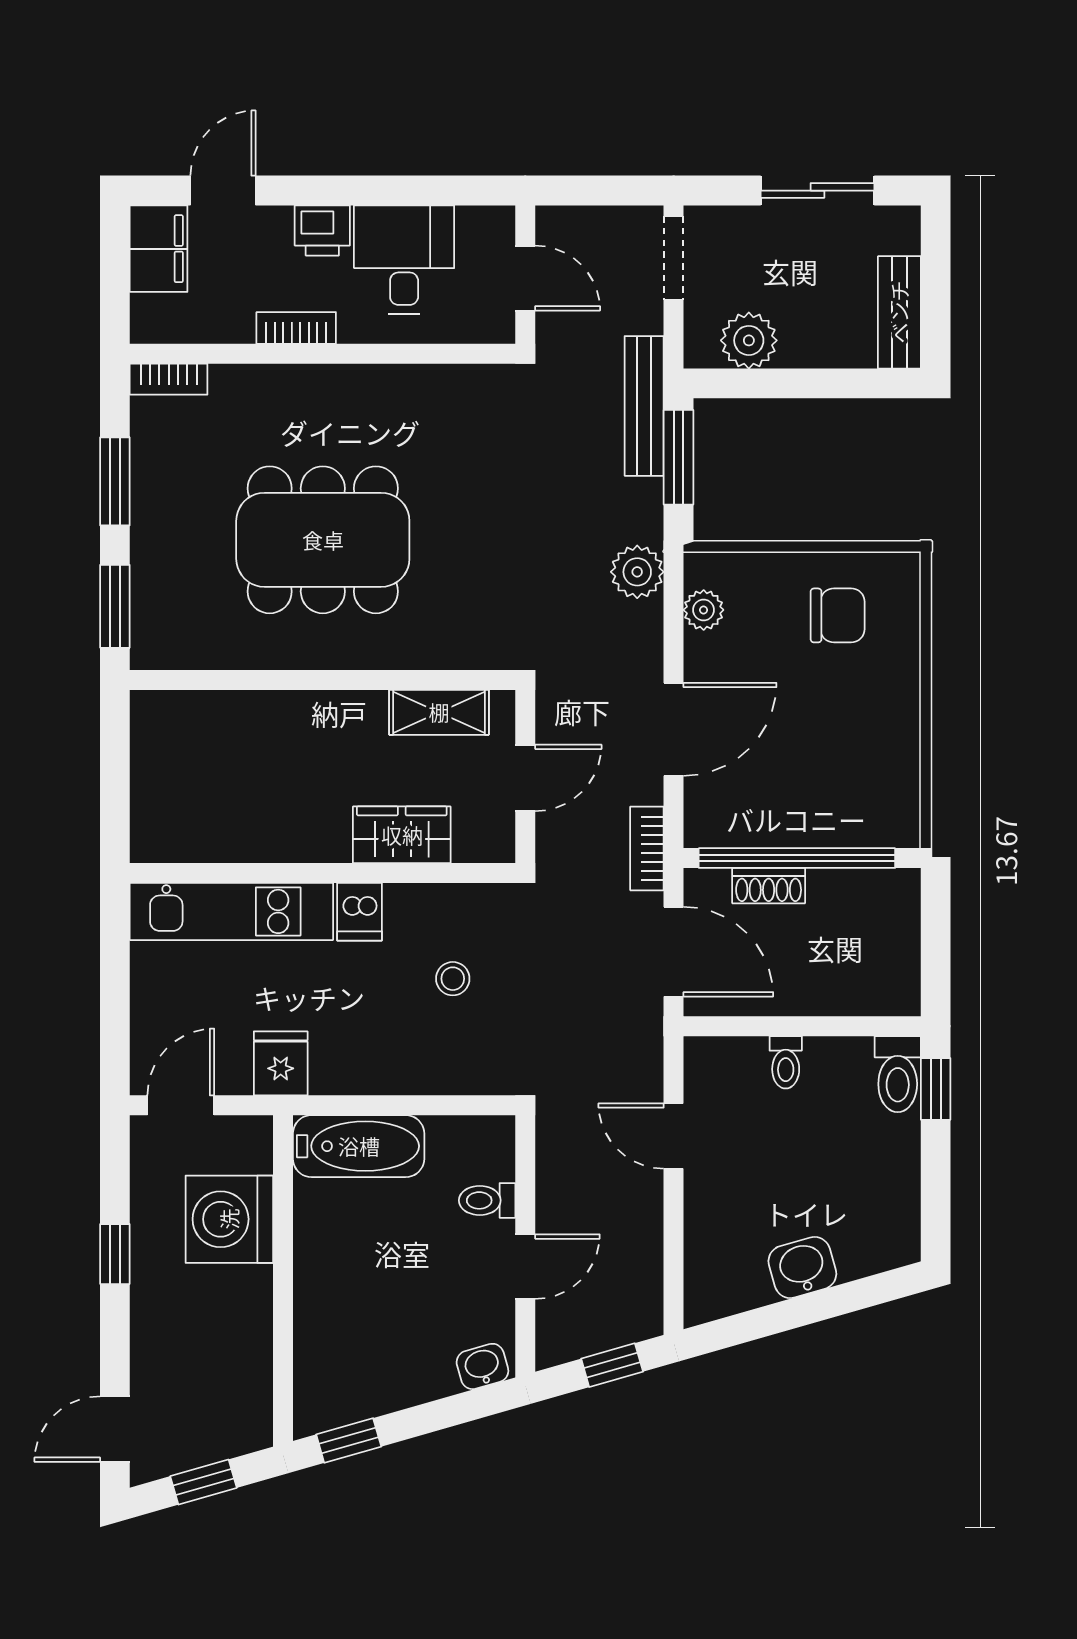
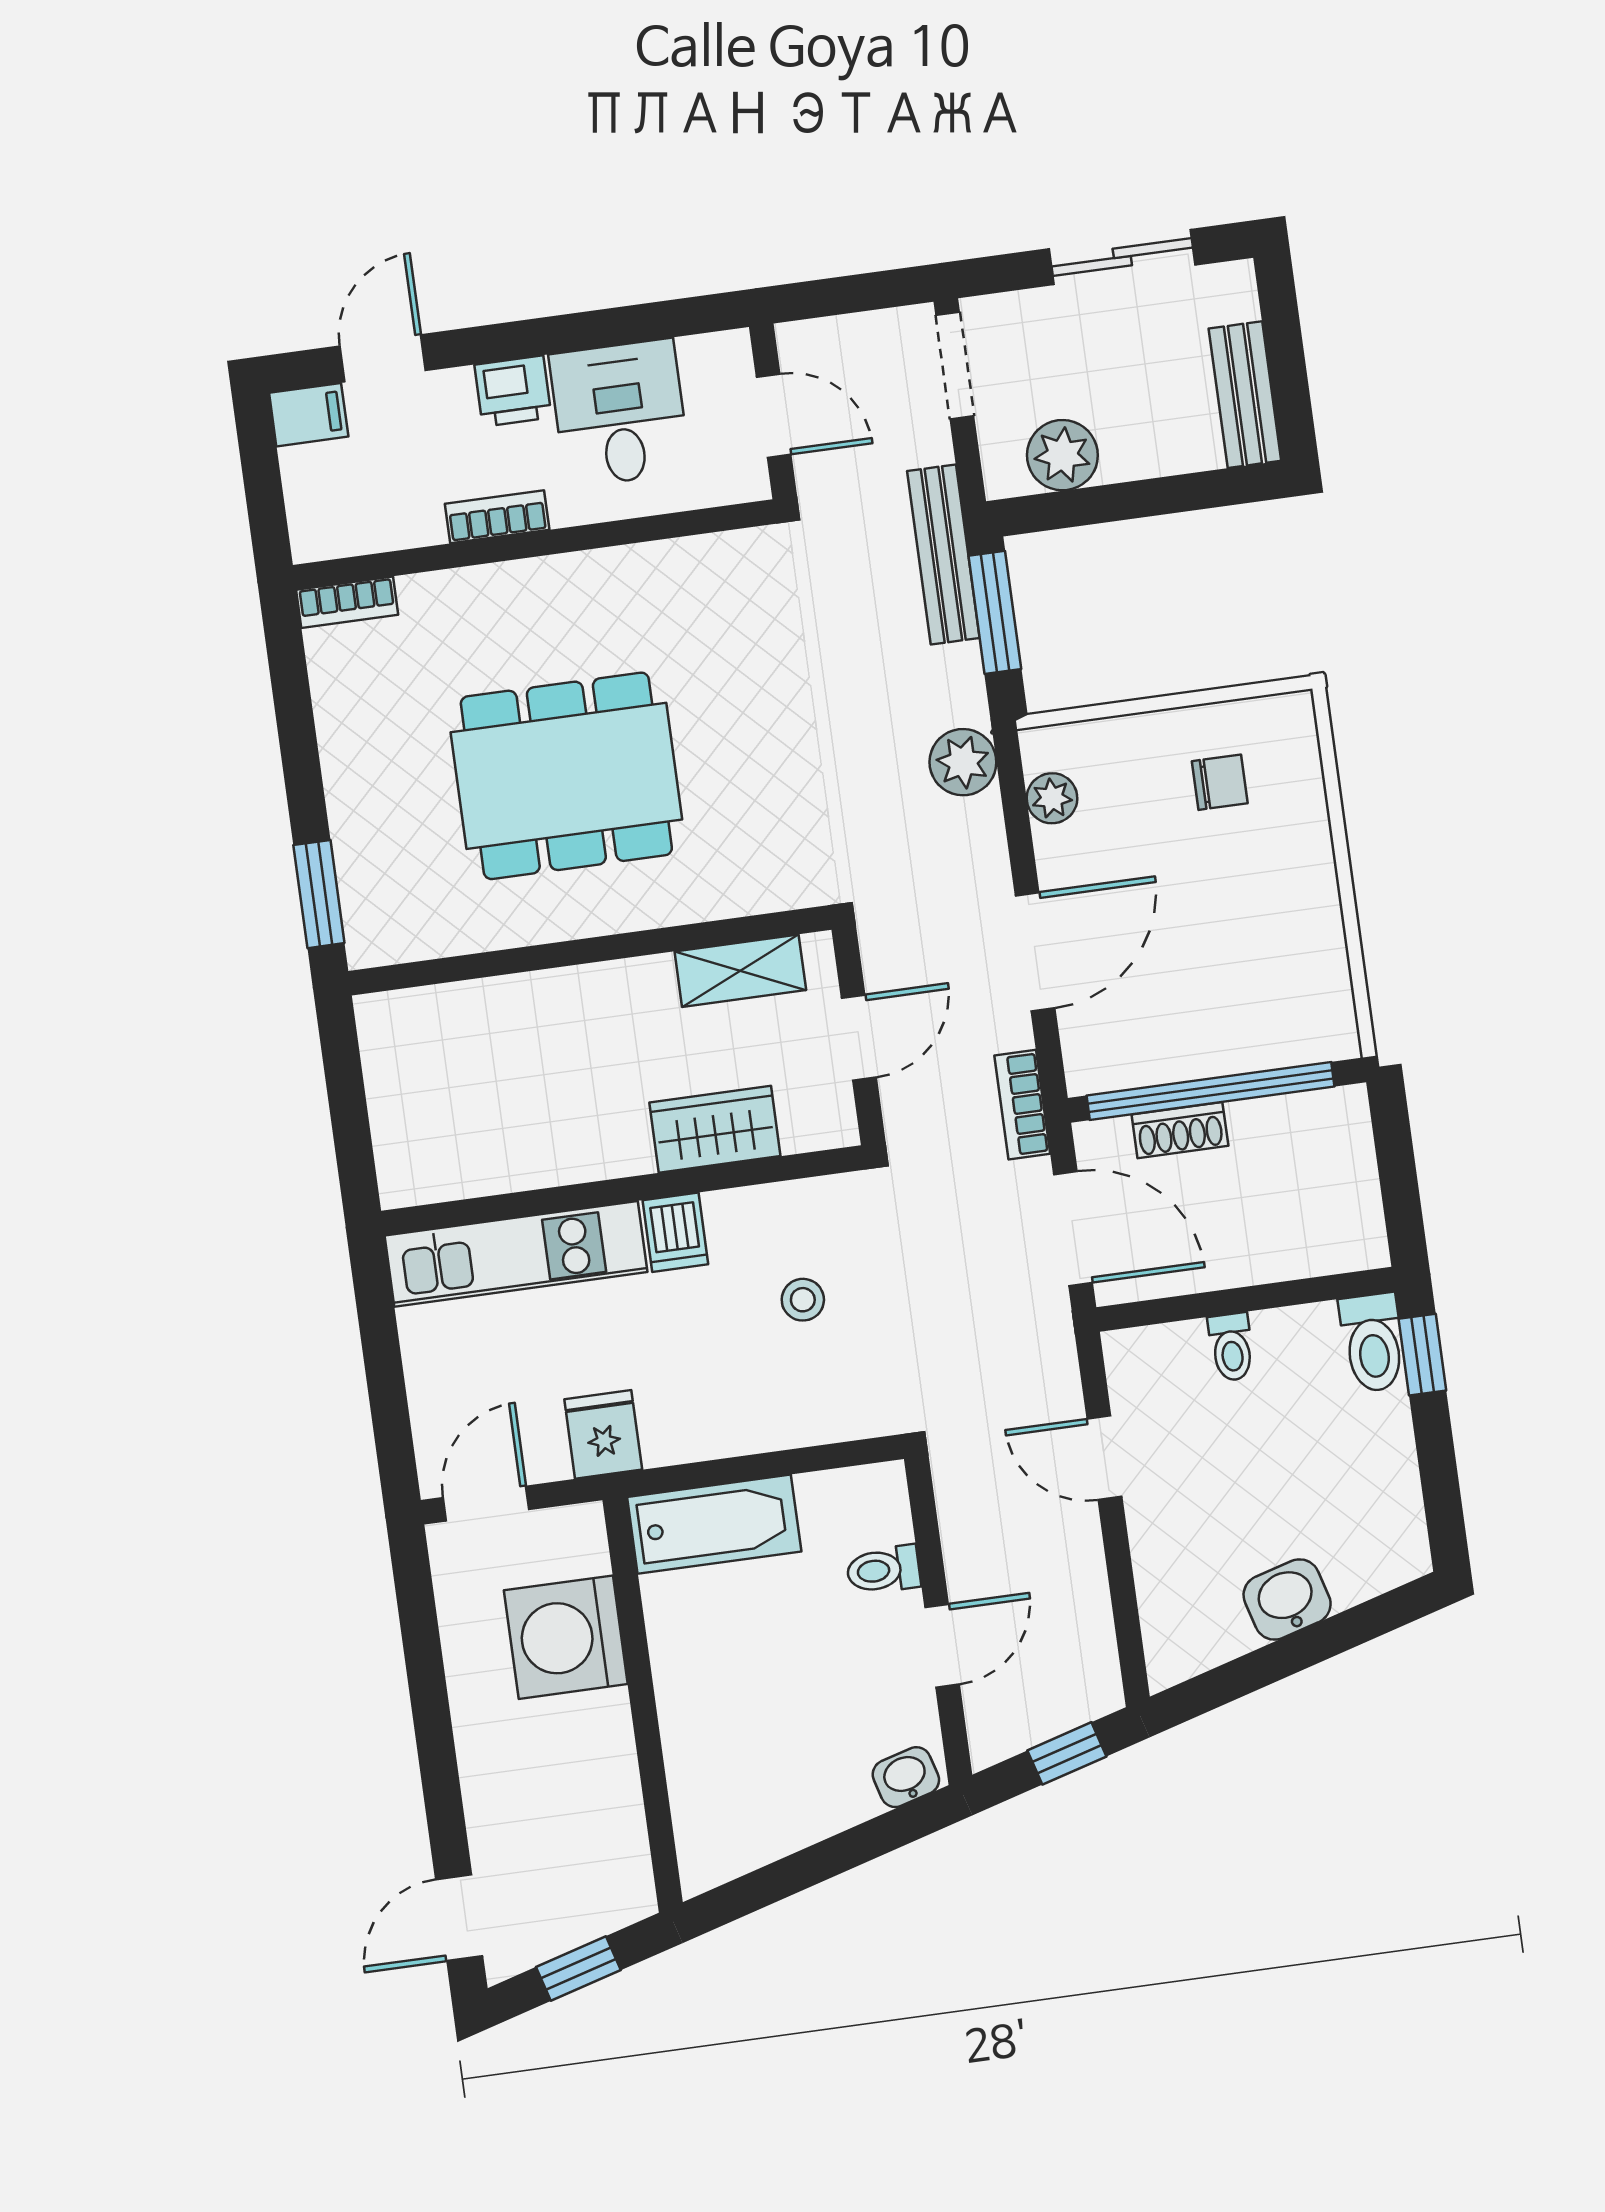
filing cabinet: (159, 249) -> (309, 415), width x0.50
window: (115, 481) -> (298, 739), removed
chair: (838, 615) -> (1220, 782), width x0.73, depth x0.73
window: (115, 1254) -> (429, 1700), removed
window: (349, 1441) -> (752, 1892), removed

